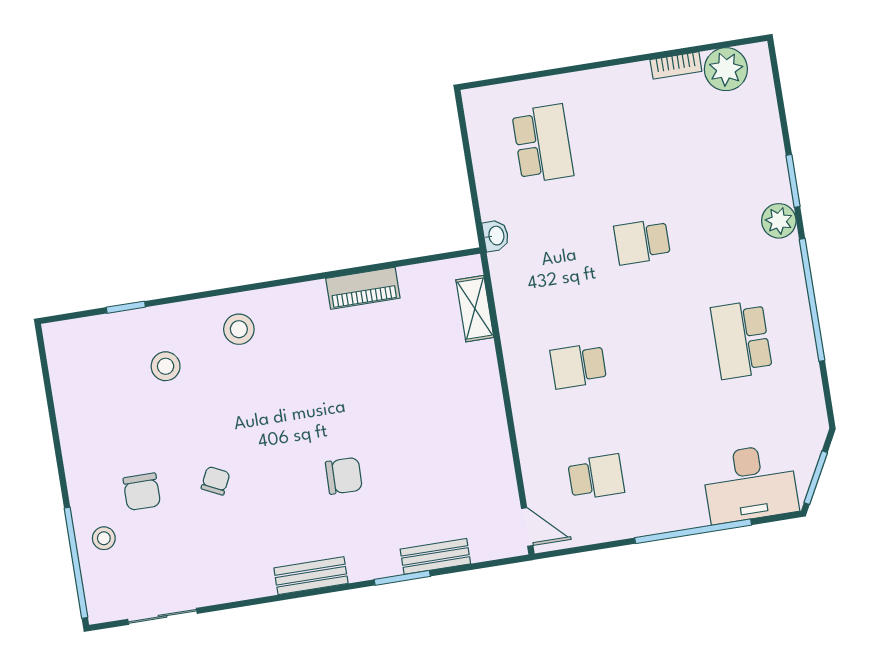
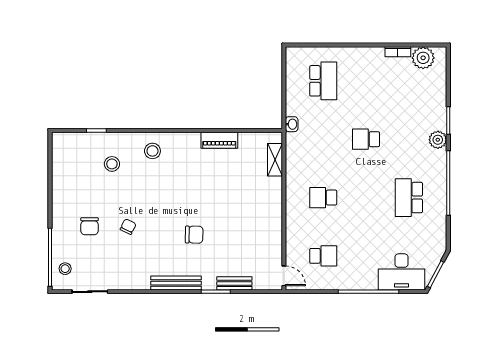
stool: (104, 538) -> (65, 269), moved
bench: (311, 576) -> (176, 283), width x1.36

